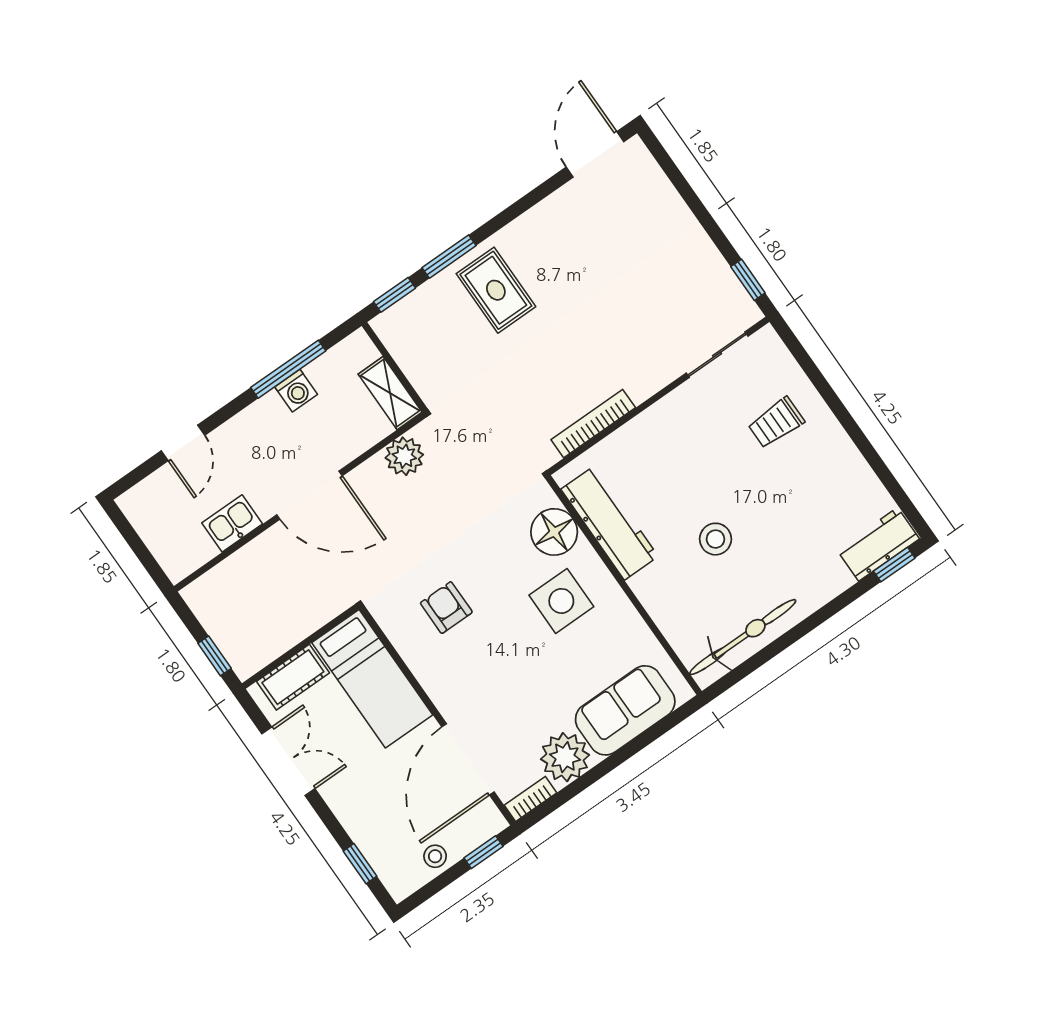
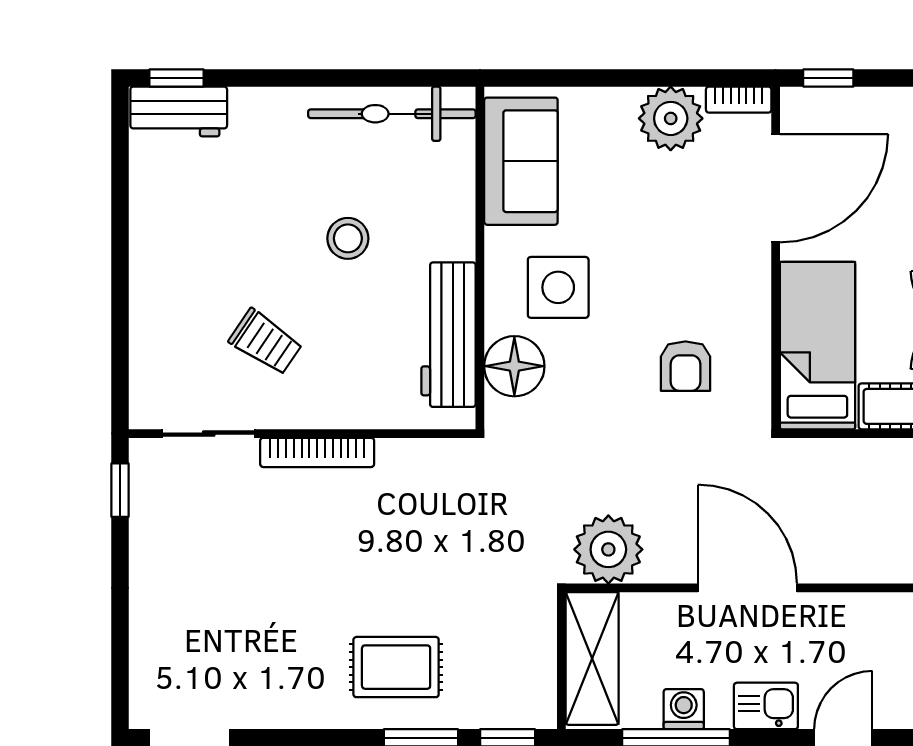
rug: (496, 290) -> (396, 667), turned 90
shelving: (390, 393) -> (592, 658), width x1.50, depth x1.33
trolley: (776, 423) -> (266, 342), moved, turned 34
bookcase: (593, 424) -> (317, 452), moved
plant: (404, 456) -> (608, 549), width x1.36, depth x1.36
kitchen sink: (232, 523) -> (766, 706), moved, turned 180
sofa: (625, 710) -> (521, 161), moved, turned -90
stool: (435, 856) -> (883, 110), removed

